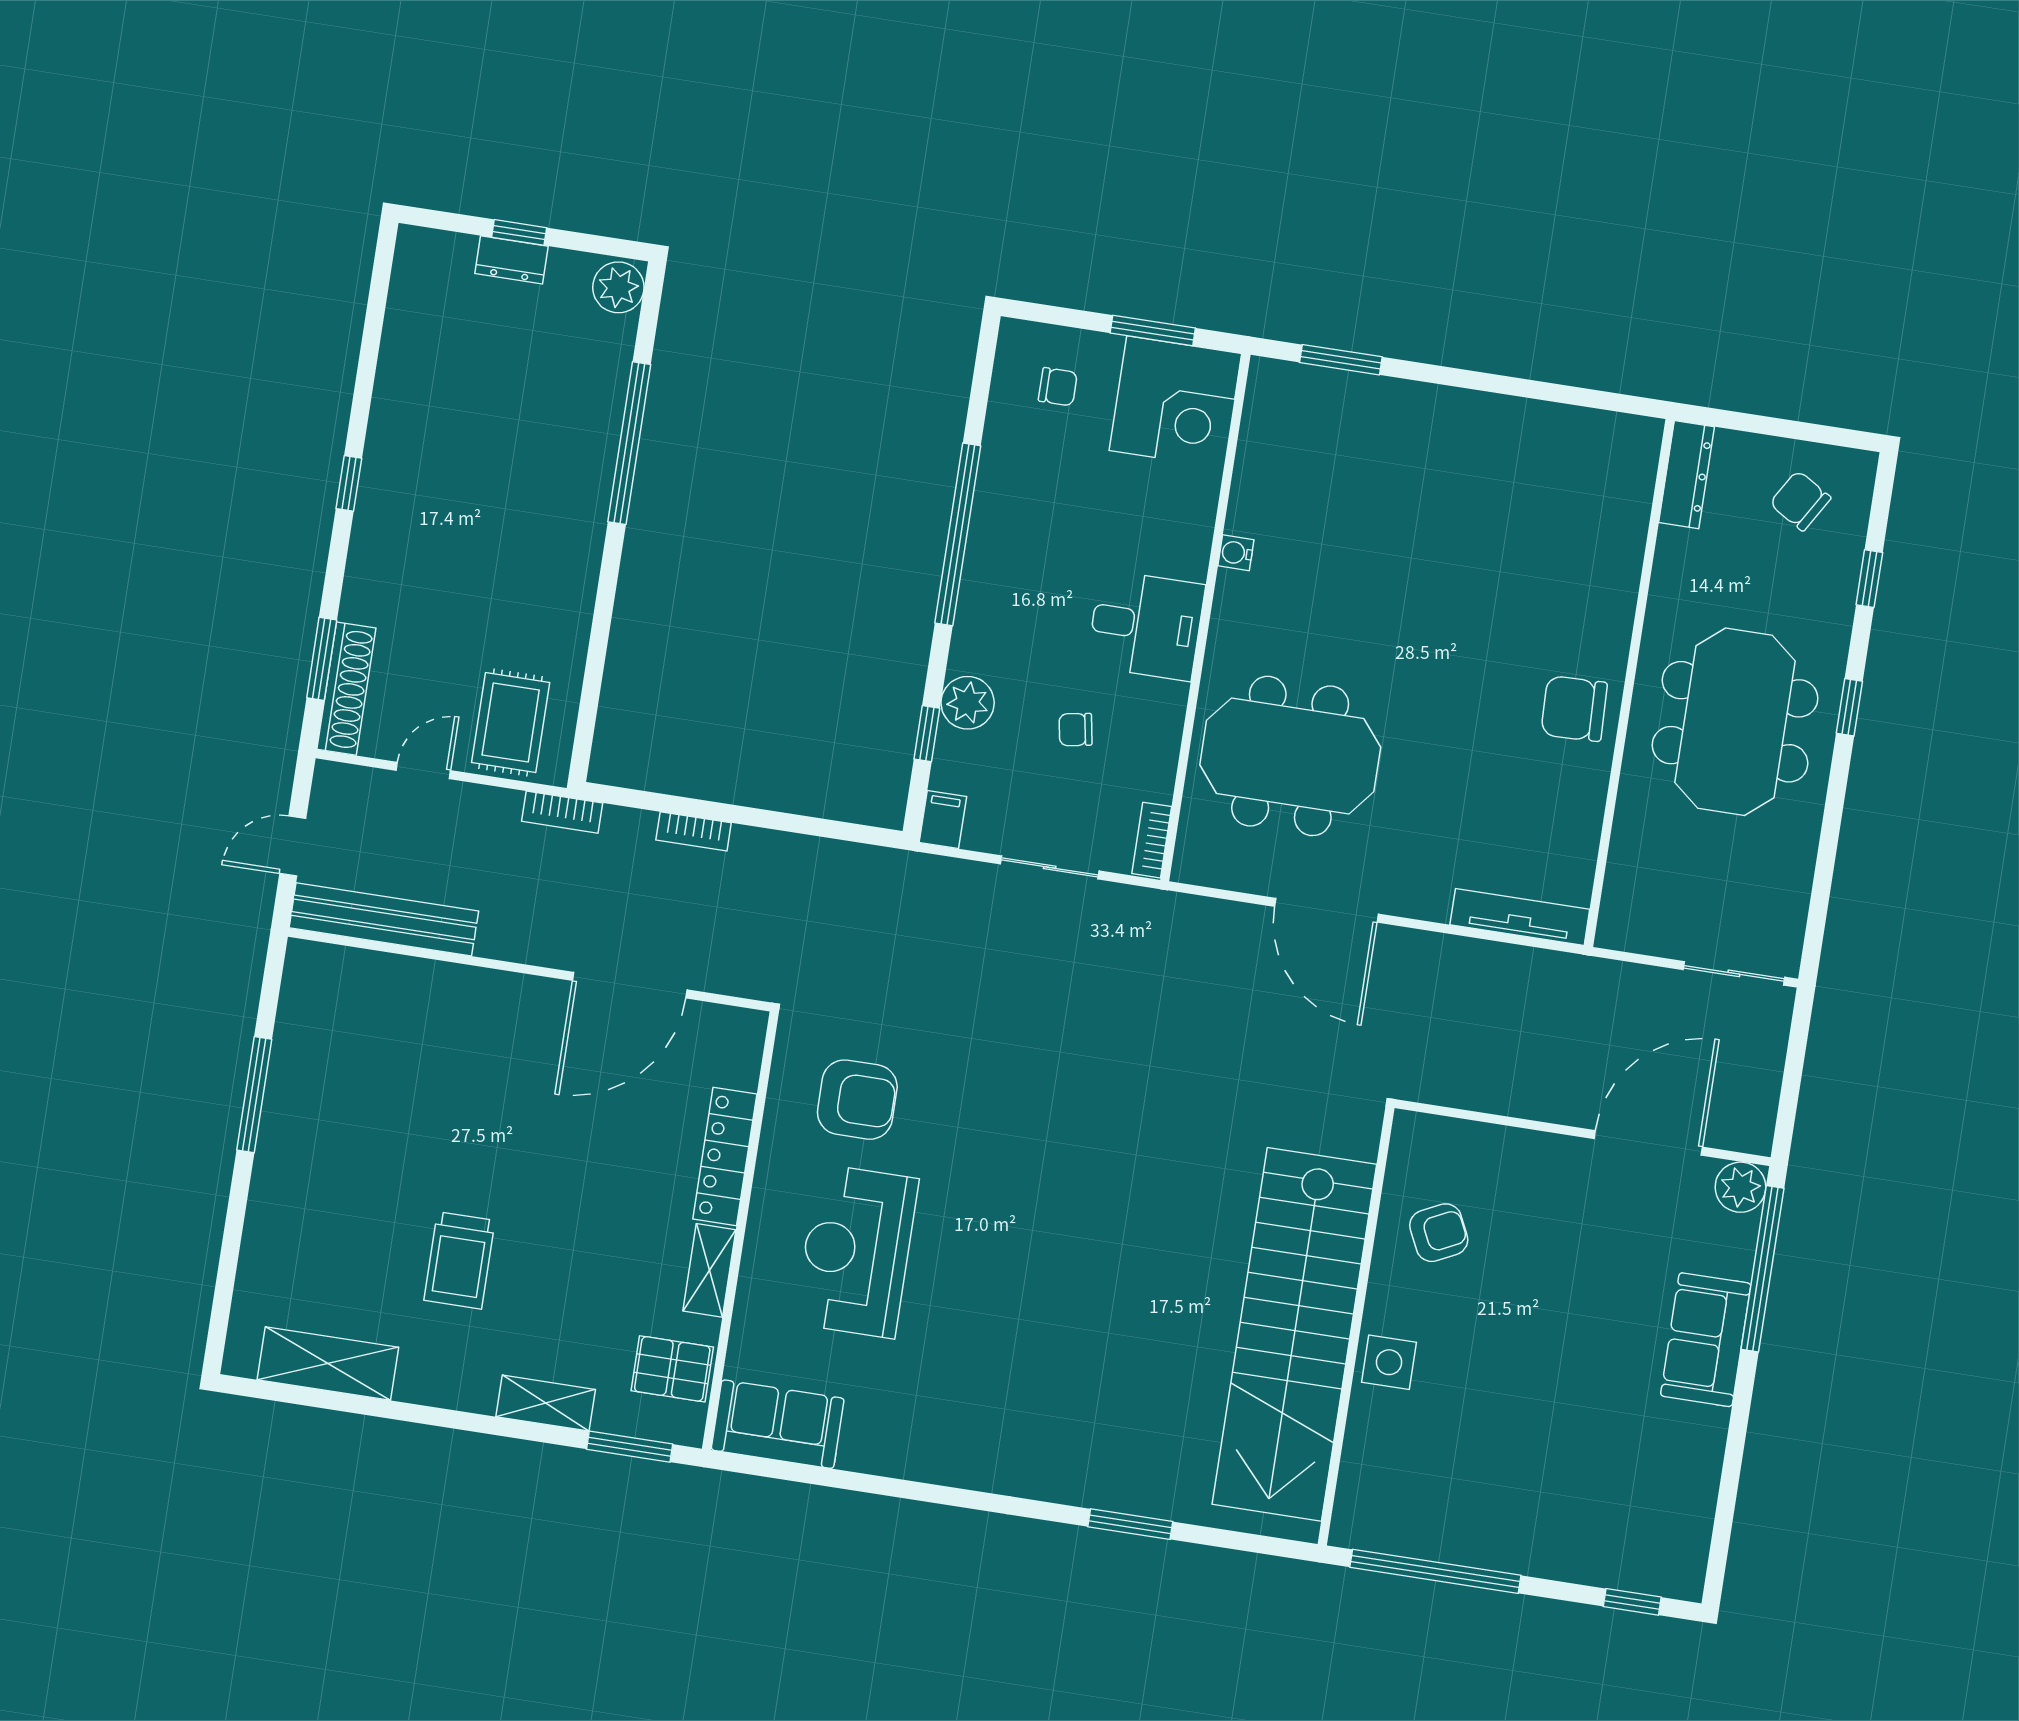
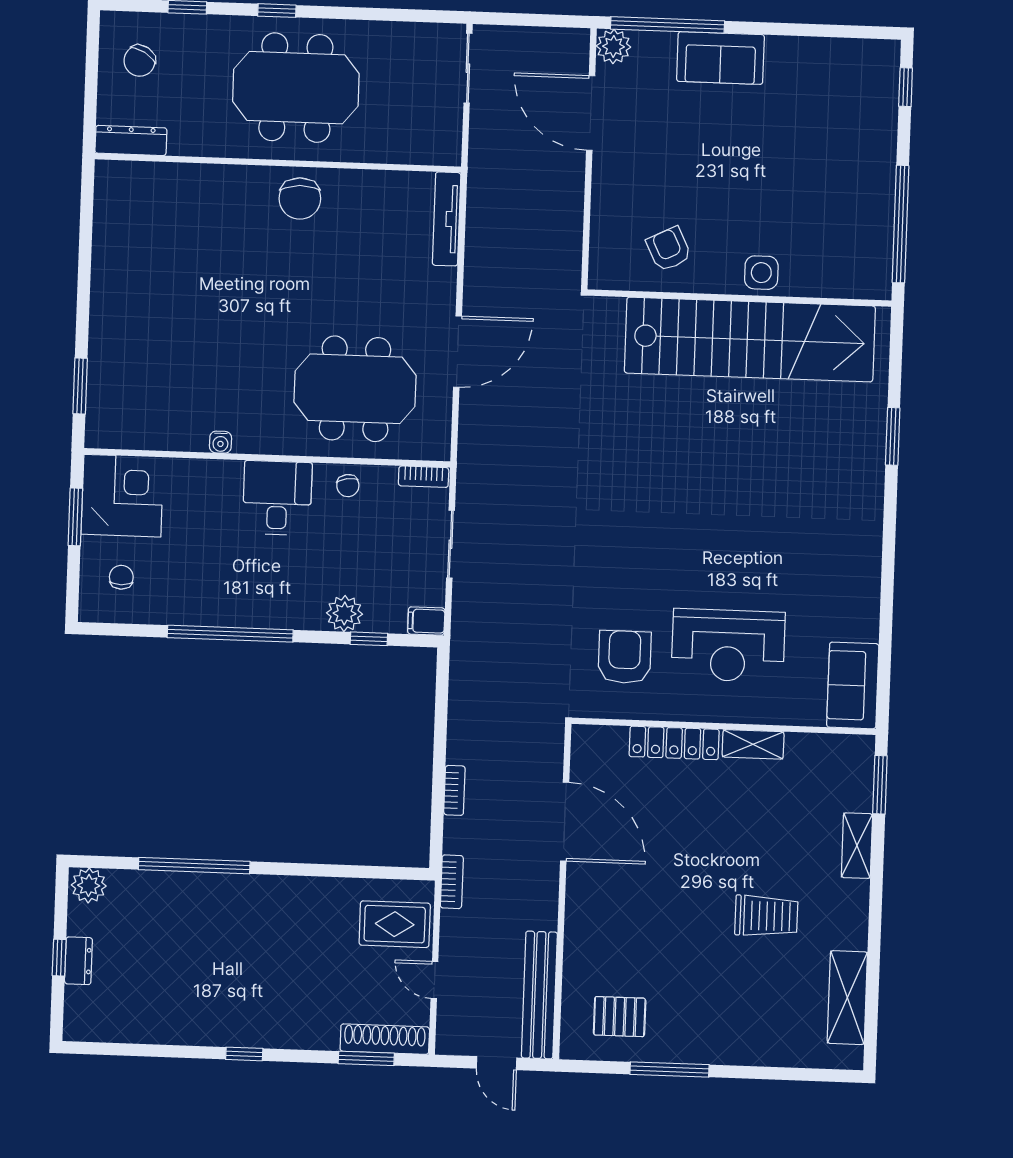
chair: (1076, 730) -> (348, 486), moved
meeting table: (1290, 756) -> (355, 389), turned 90
pallet: (672, 1369) -> (620, 1017), moved, turned 90

